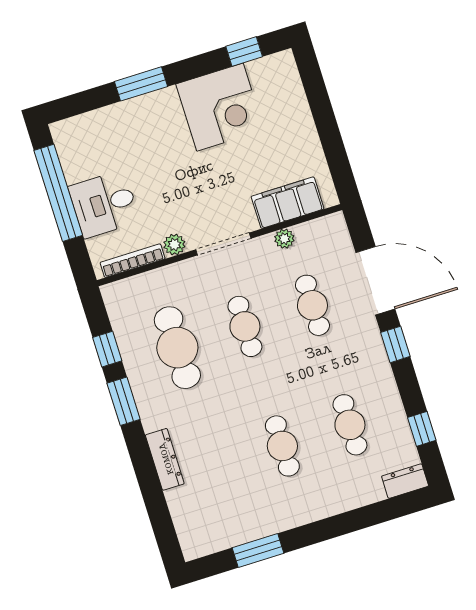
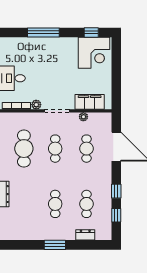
window: (141, 84) -> (43, 32), width x1.44
corner desk: (220, 107) -> (94, 53), moved
window: (395, 344) -> (116, 191), moved
dresser: (405, 481) -> (85, 235), moved
window: (258, 551) -> (55, 245), moved

